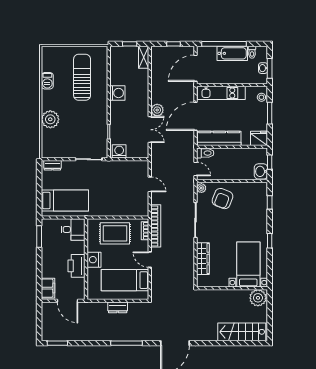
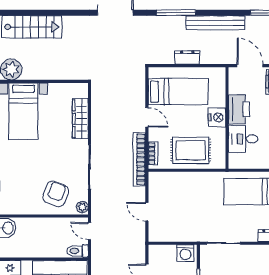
desk: (73, 229) -> (243, 139), moved
bench: (95, 335) -> (215, 23), added

